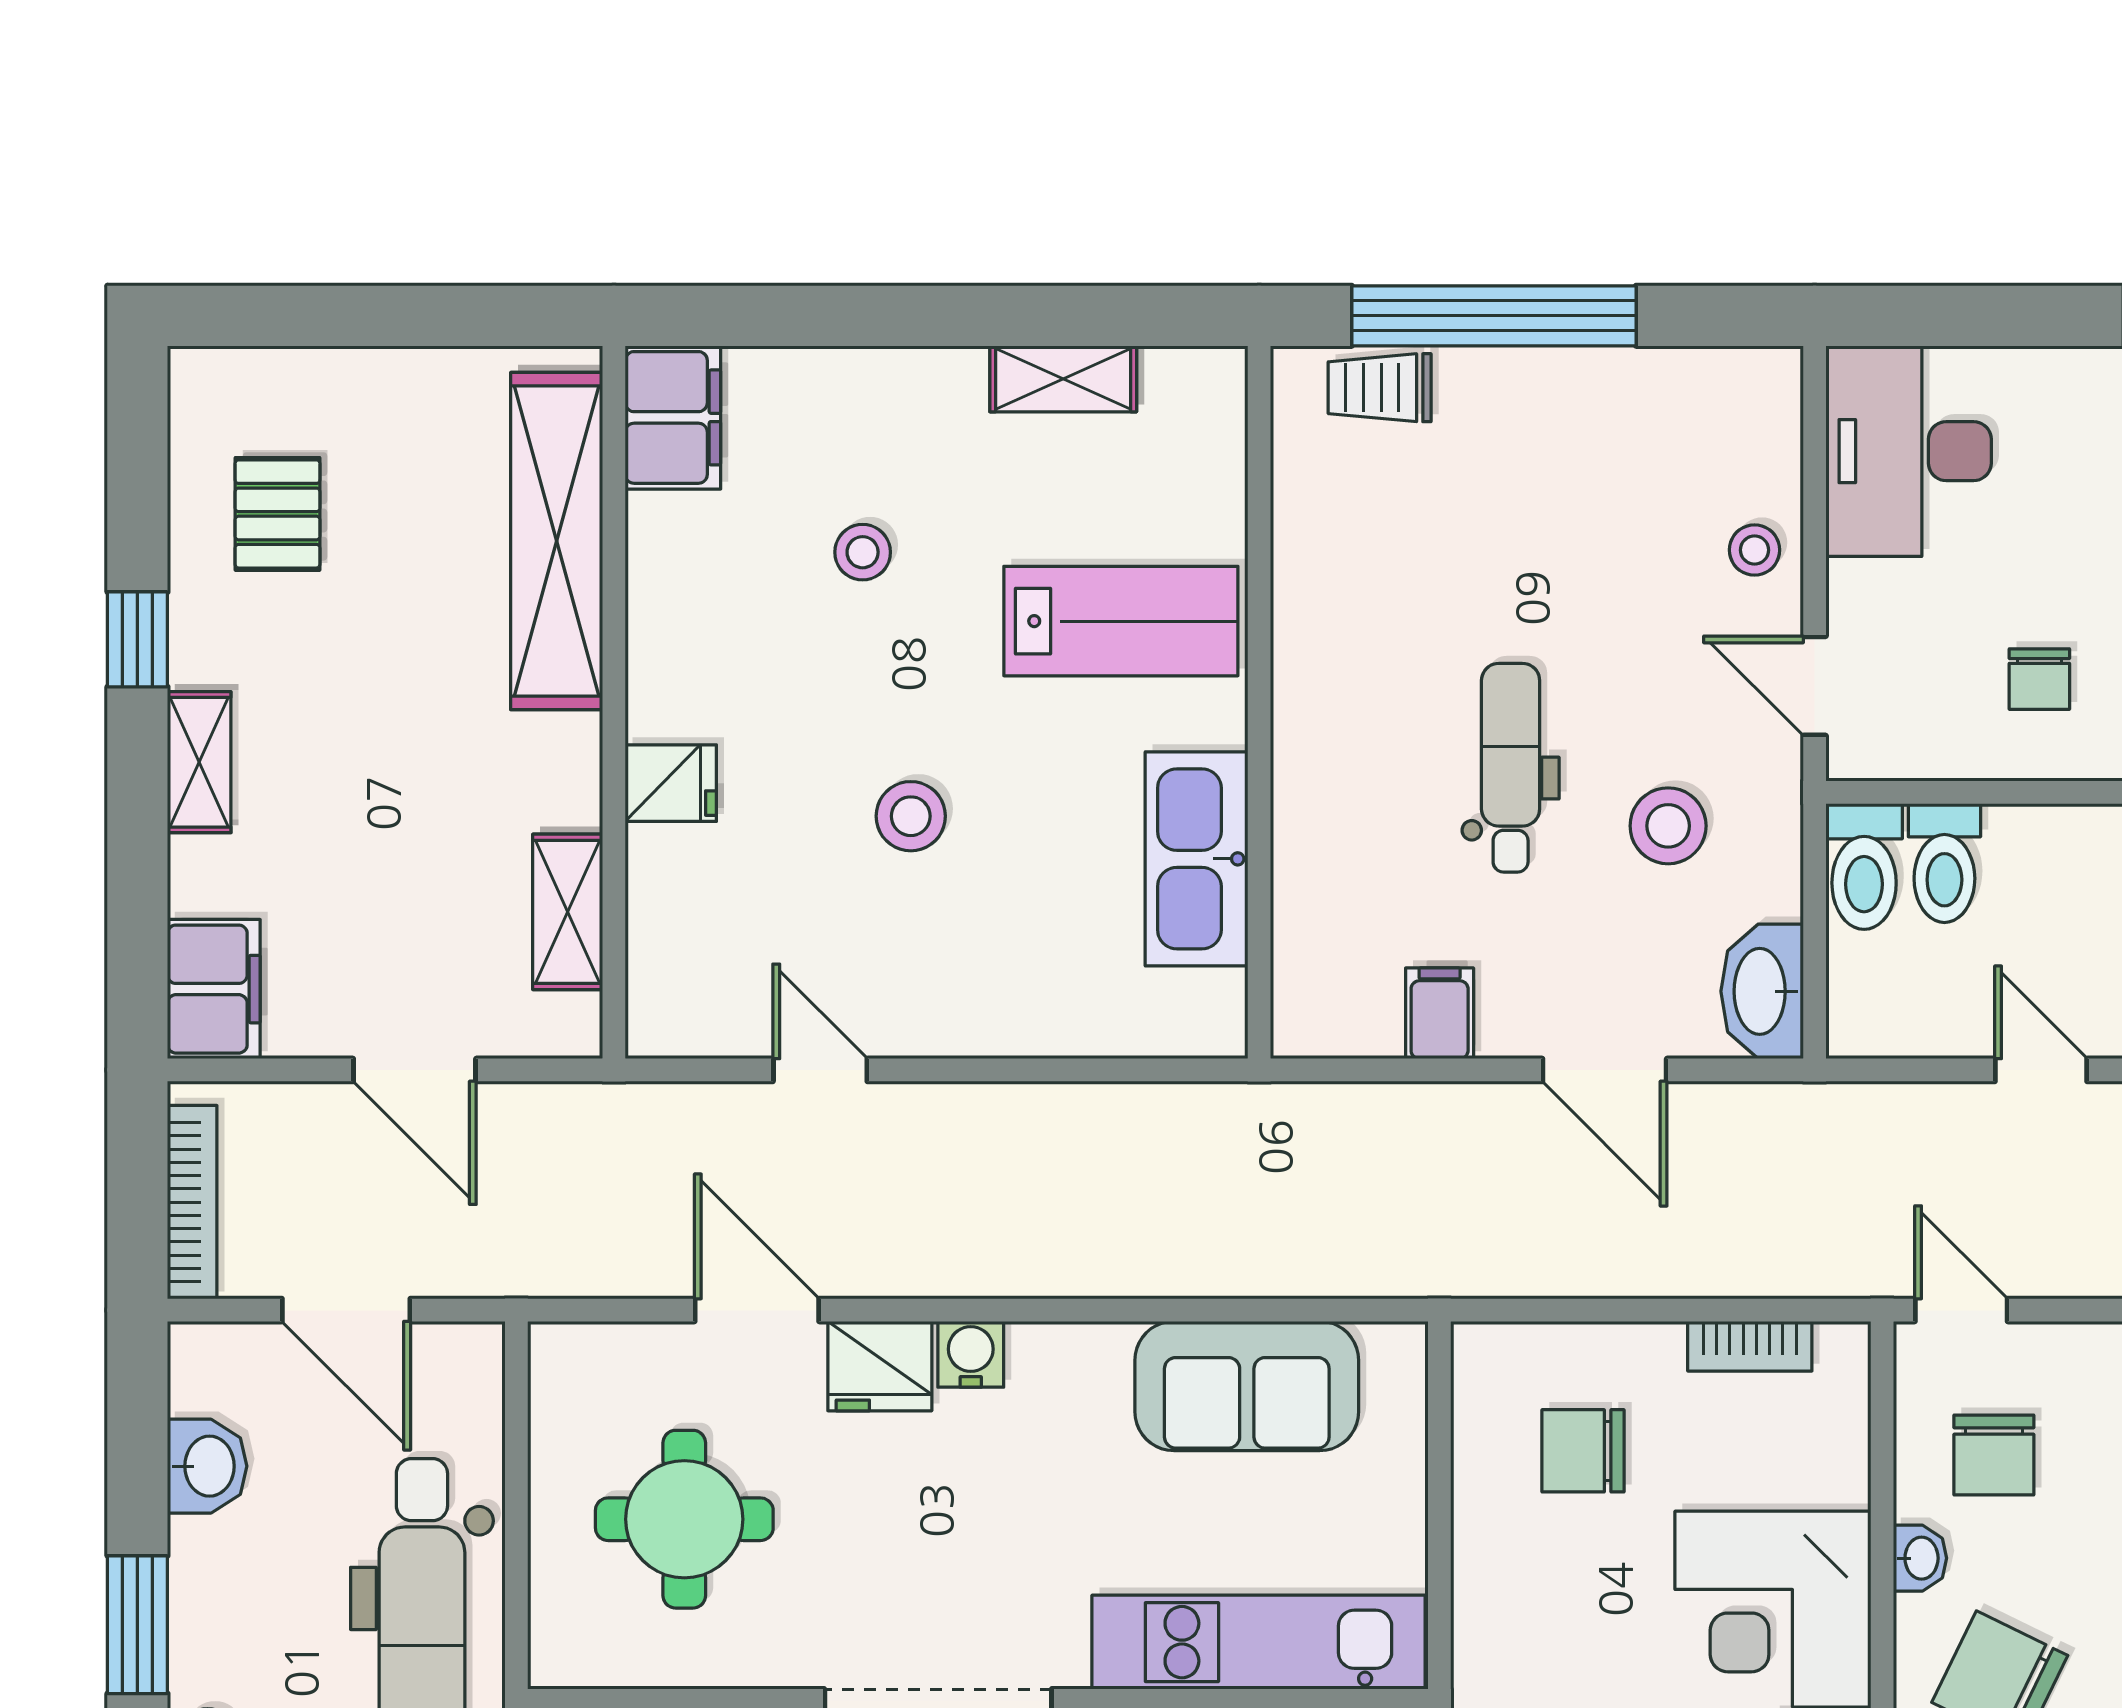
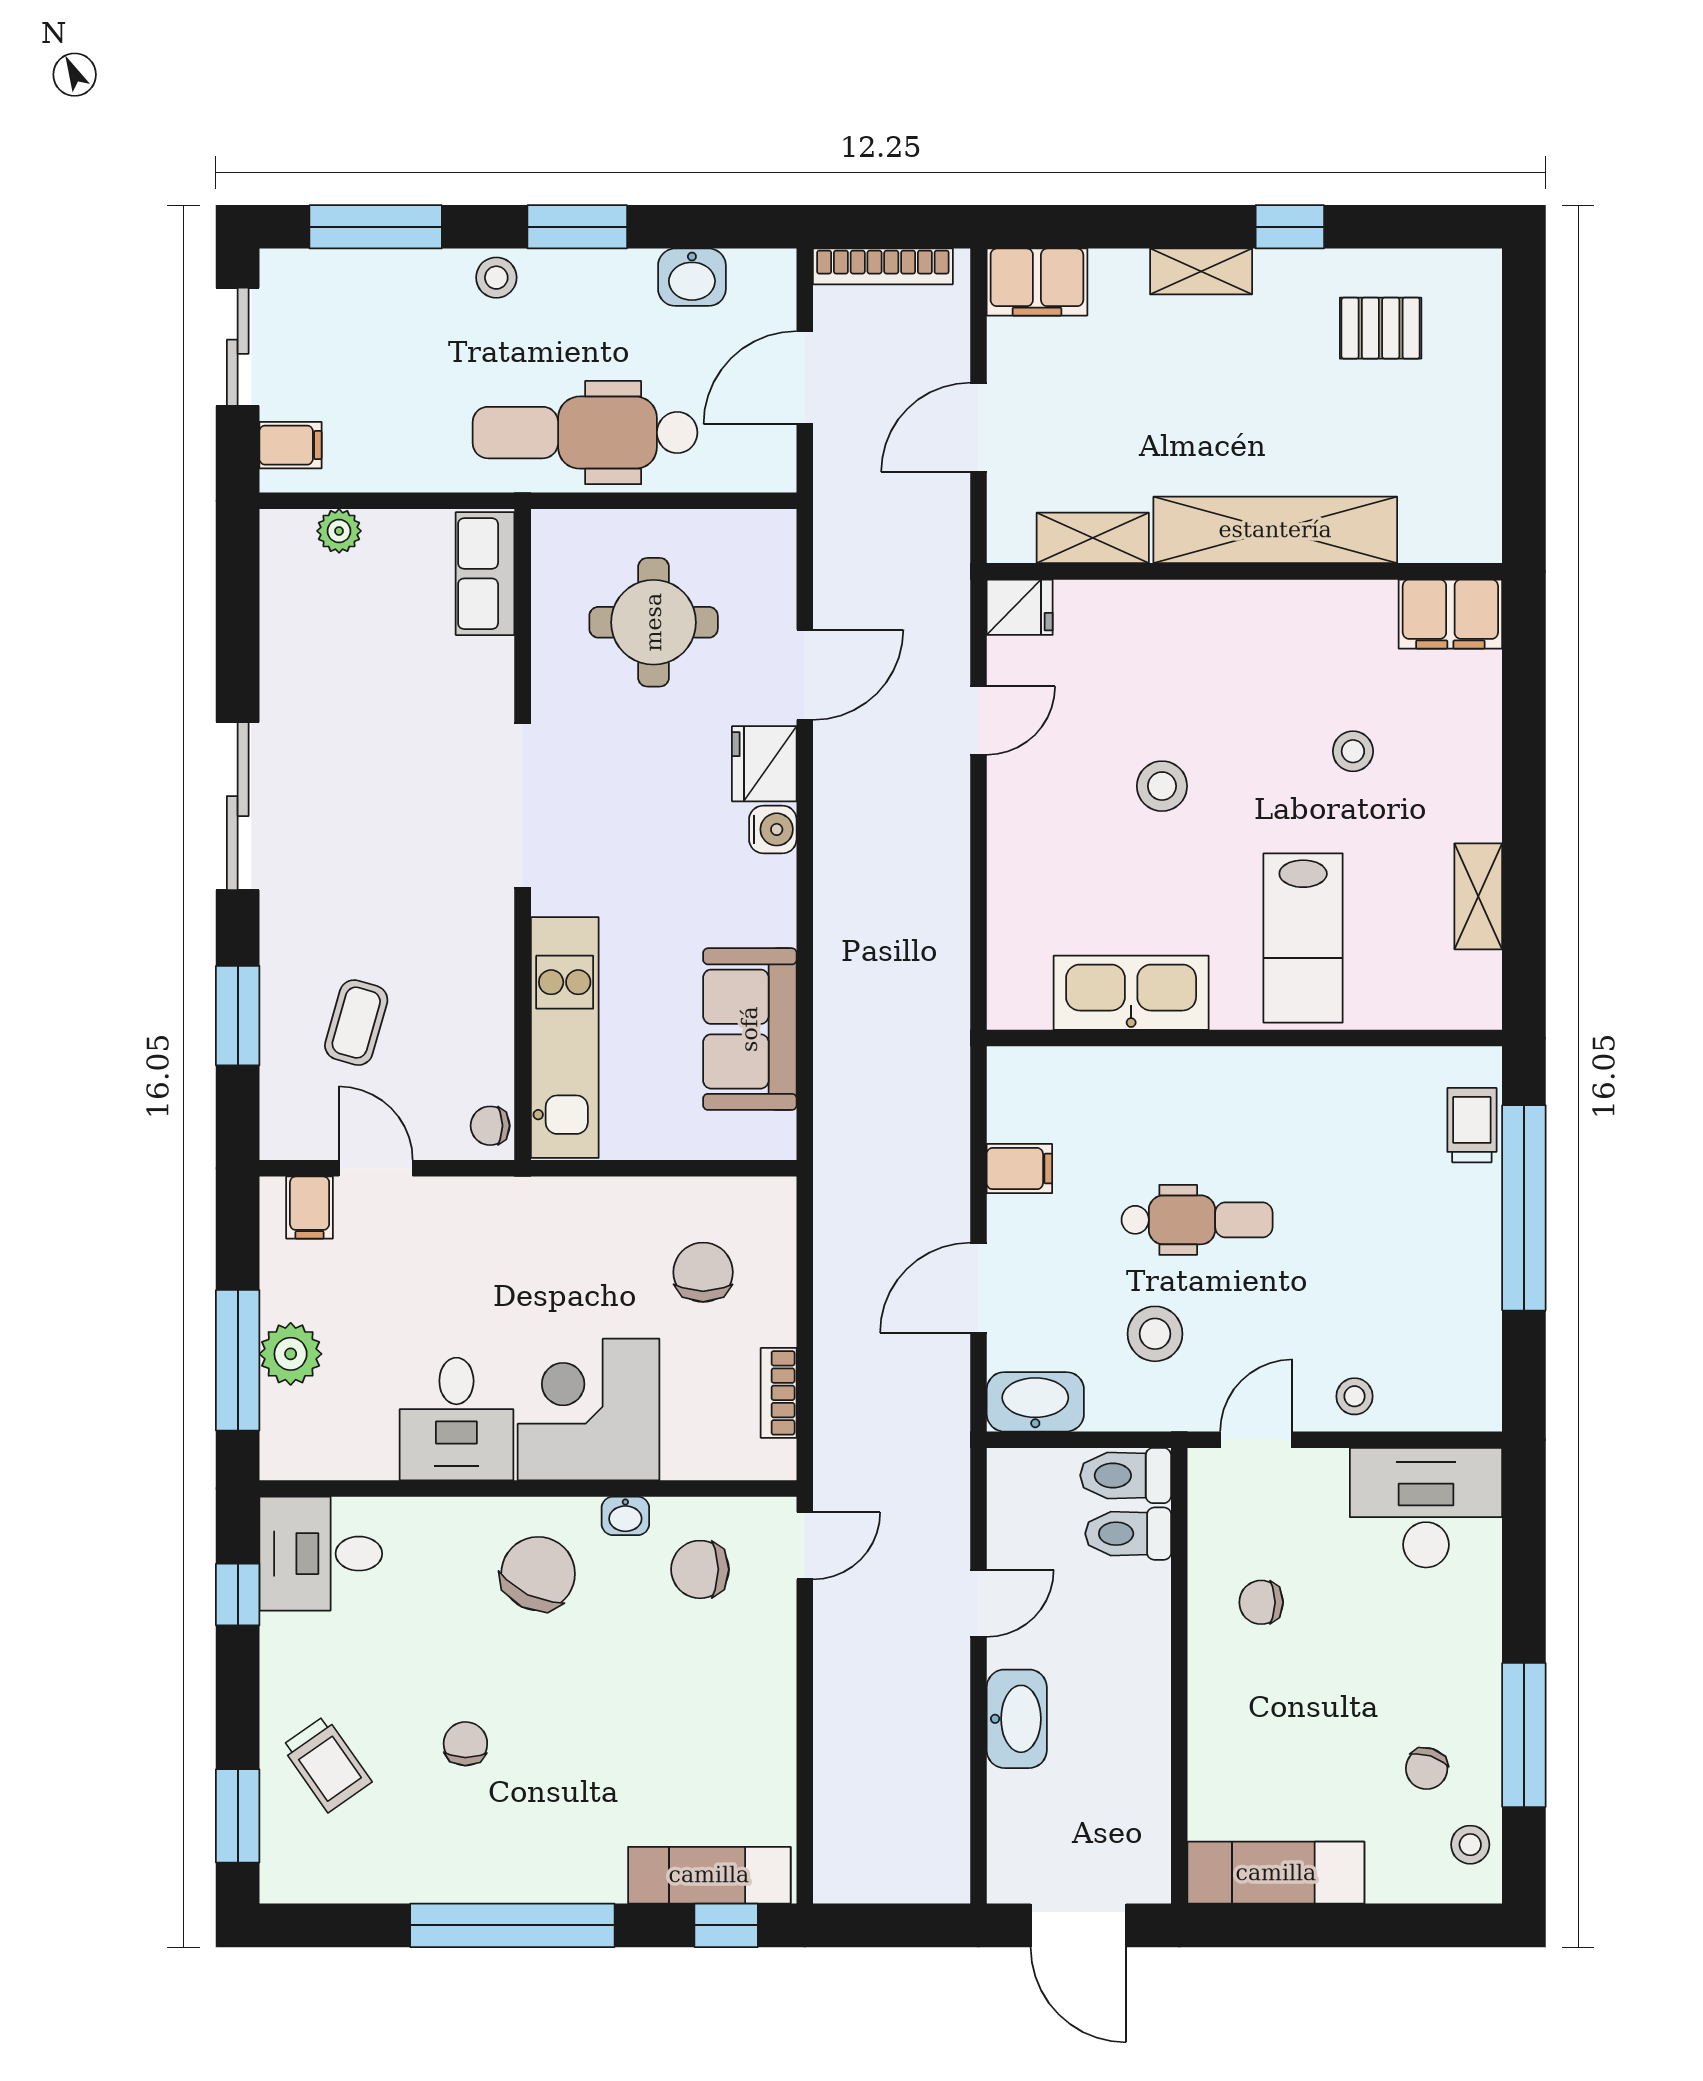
shelving: (557, 541) -> (1275, 530), moved
fridge: (671, 783) -> (1020, 607), moved, turned -90

